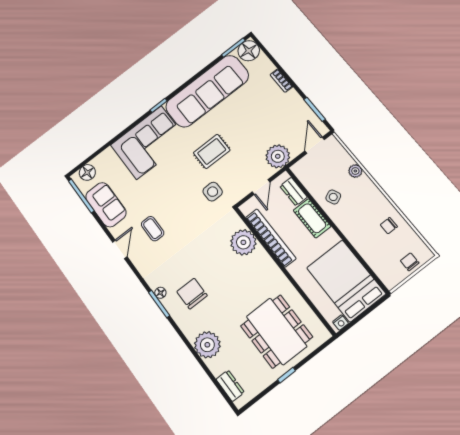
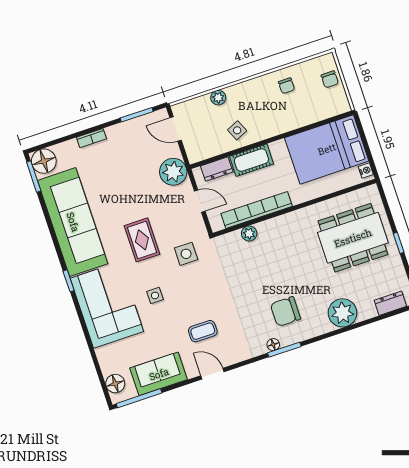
side table: (169, 179) -> (155, 295), added
plant: (243, 242) -> (249, 234), width x0.53, depth x0.53
chair: (410, 262) -> (330, 79), turned -90

